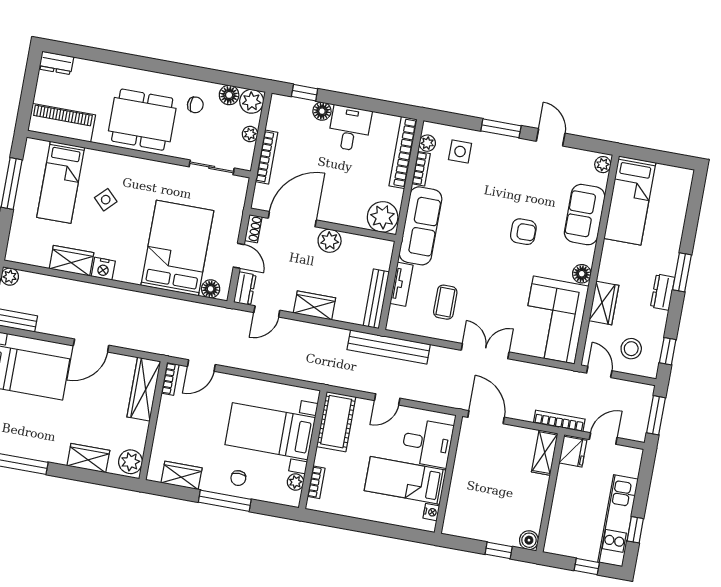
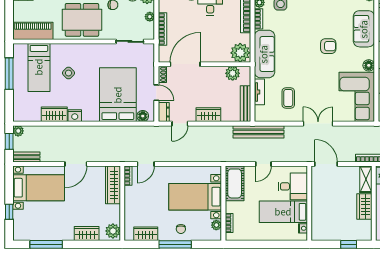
plant: (330, 241) -> (233, 73), moved
wardrobe: (535, 495) -> (364, 206), added
boiler: (529, 540) -> (366, 235), removed

